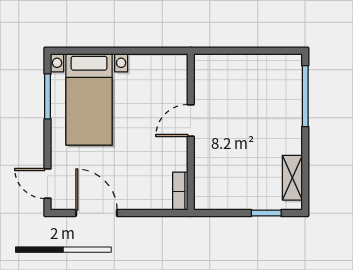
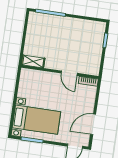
door: (191, 120) -> (69, 73), moved
shelving: (292, 178) -> (33, 61), moved

